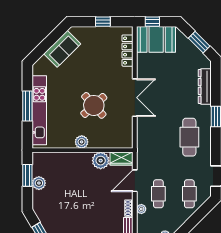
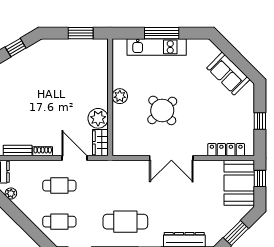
kitchen unit: (39, 110) -> (157, 47), width x0.73
plant: (39, 183) -> (72, 46), removed
plant: (141, 209) -> (42, 166), removed

